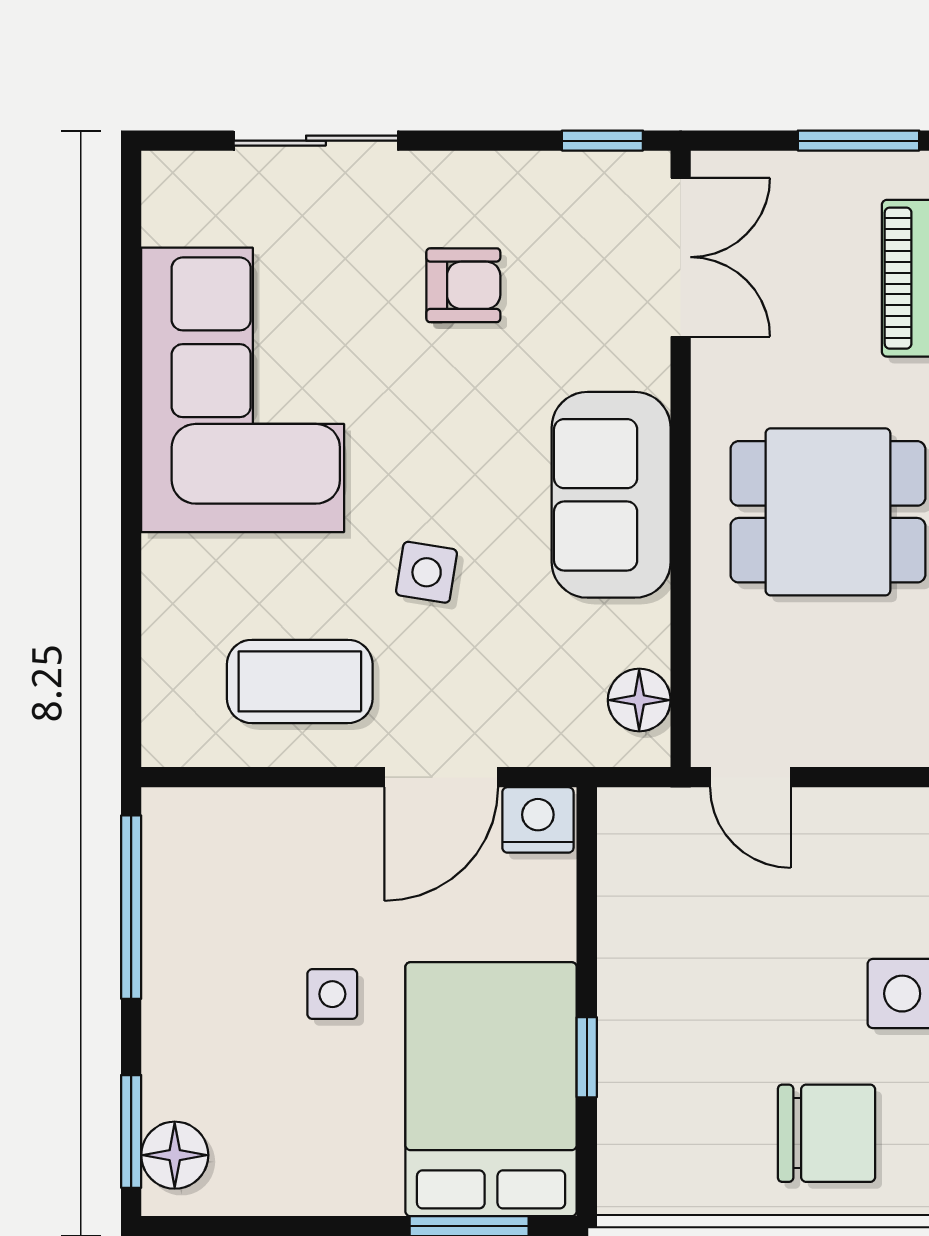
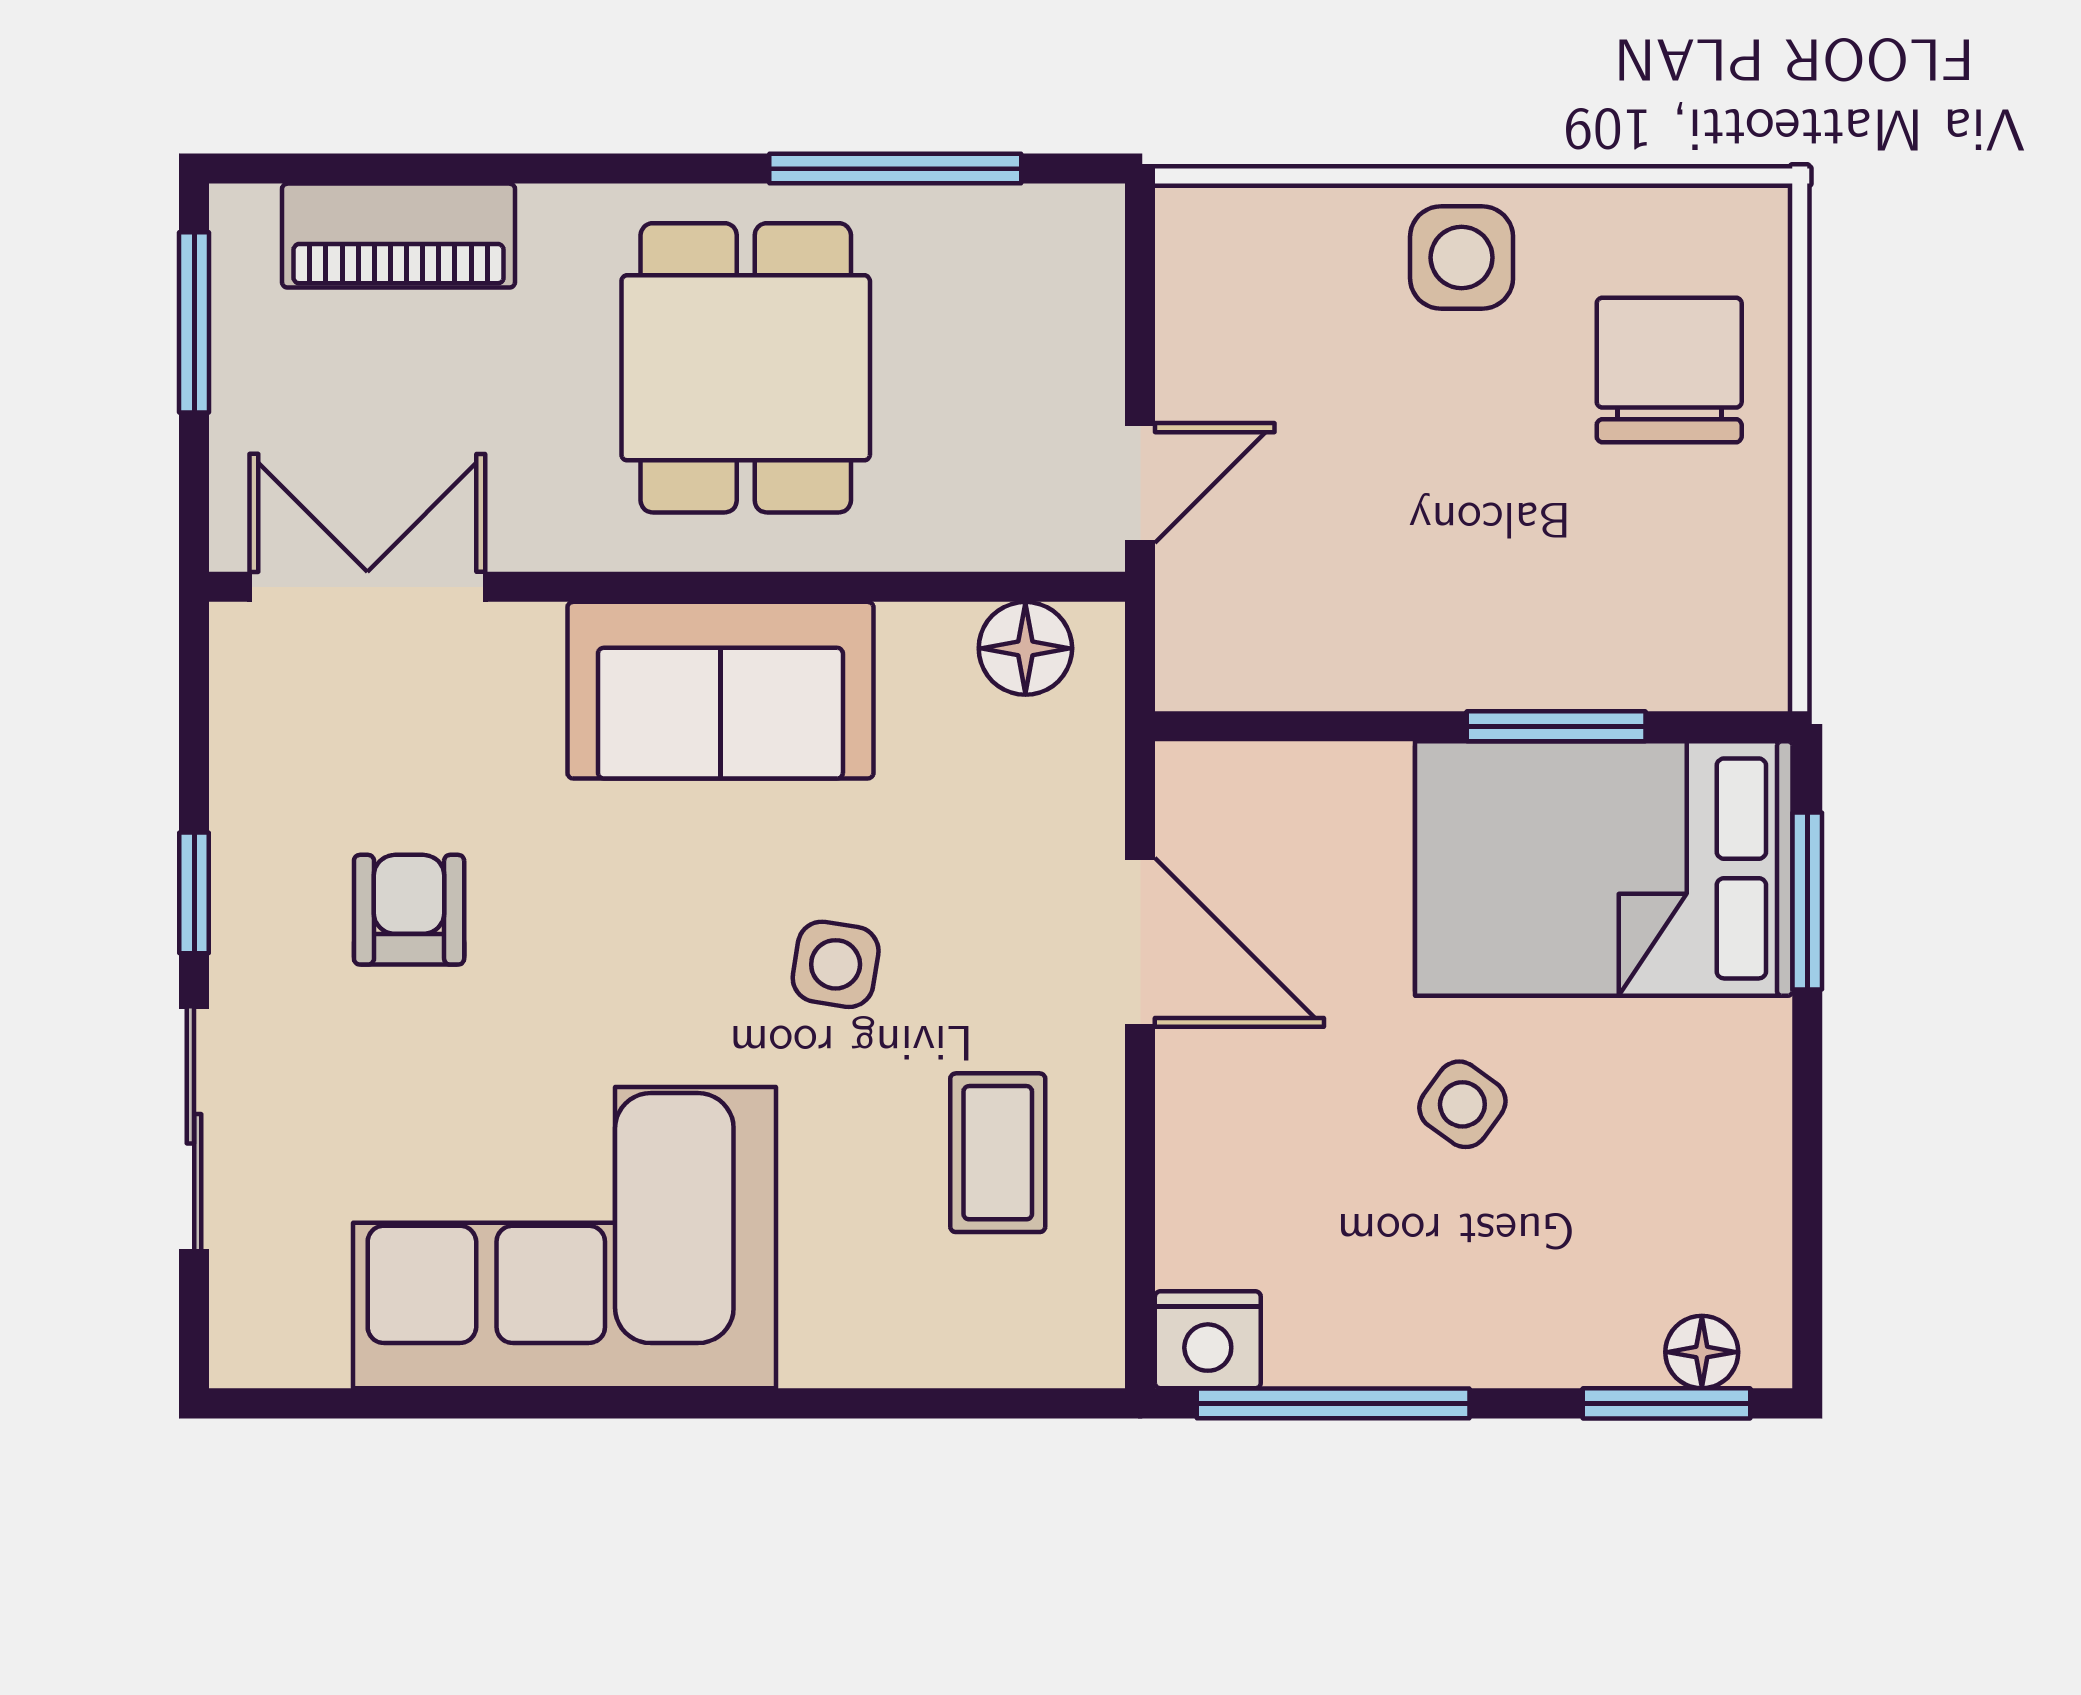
window: (602, 141) -> (194, 893), moved
coffee table: (300, 681) -> (998, 1153), width x0.73, depth x0.77
nightstand: (538, 820) -> (1208, 1340), moved, turned -90
side table: (332, 994) -> (1462, 1104), turned 36
window: (587, 1057) -> (1556, 726), width x1.50
floor lamp: (175, 1155) -> (1702, 1352), width x0.73, depth x0.73

